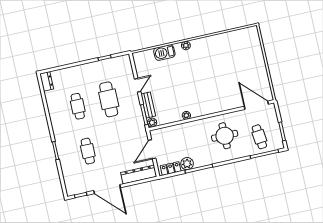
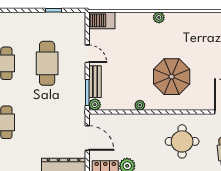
barbecue: (164, 53) -> (102, 20), moved
door: (138, 85) -> (87, 54), hinge flipped
parasol: (206, 88) -> (172, 77), added
door: (152, 149) -> (87, 138), swing flipped

